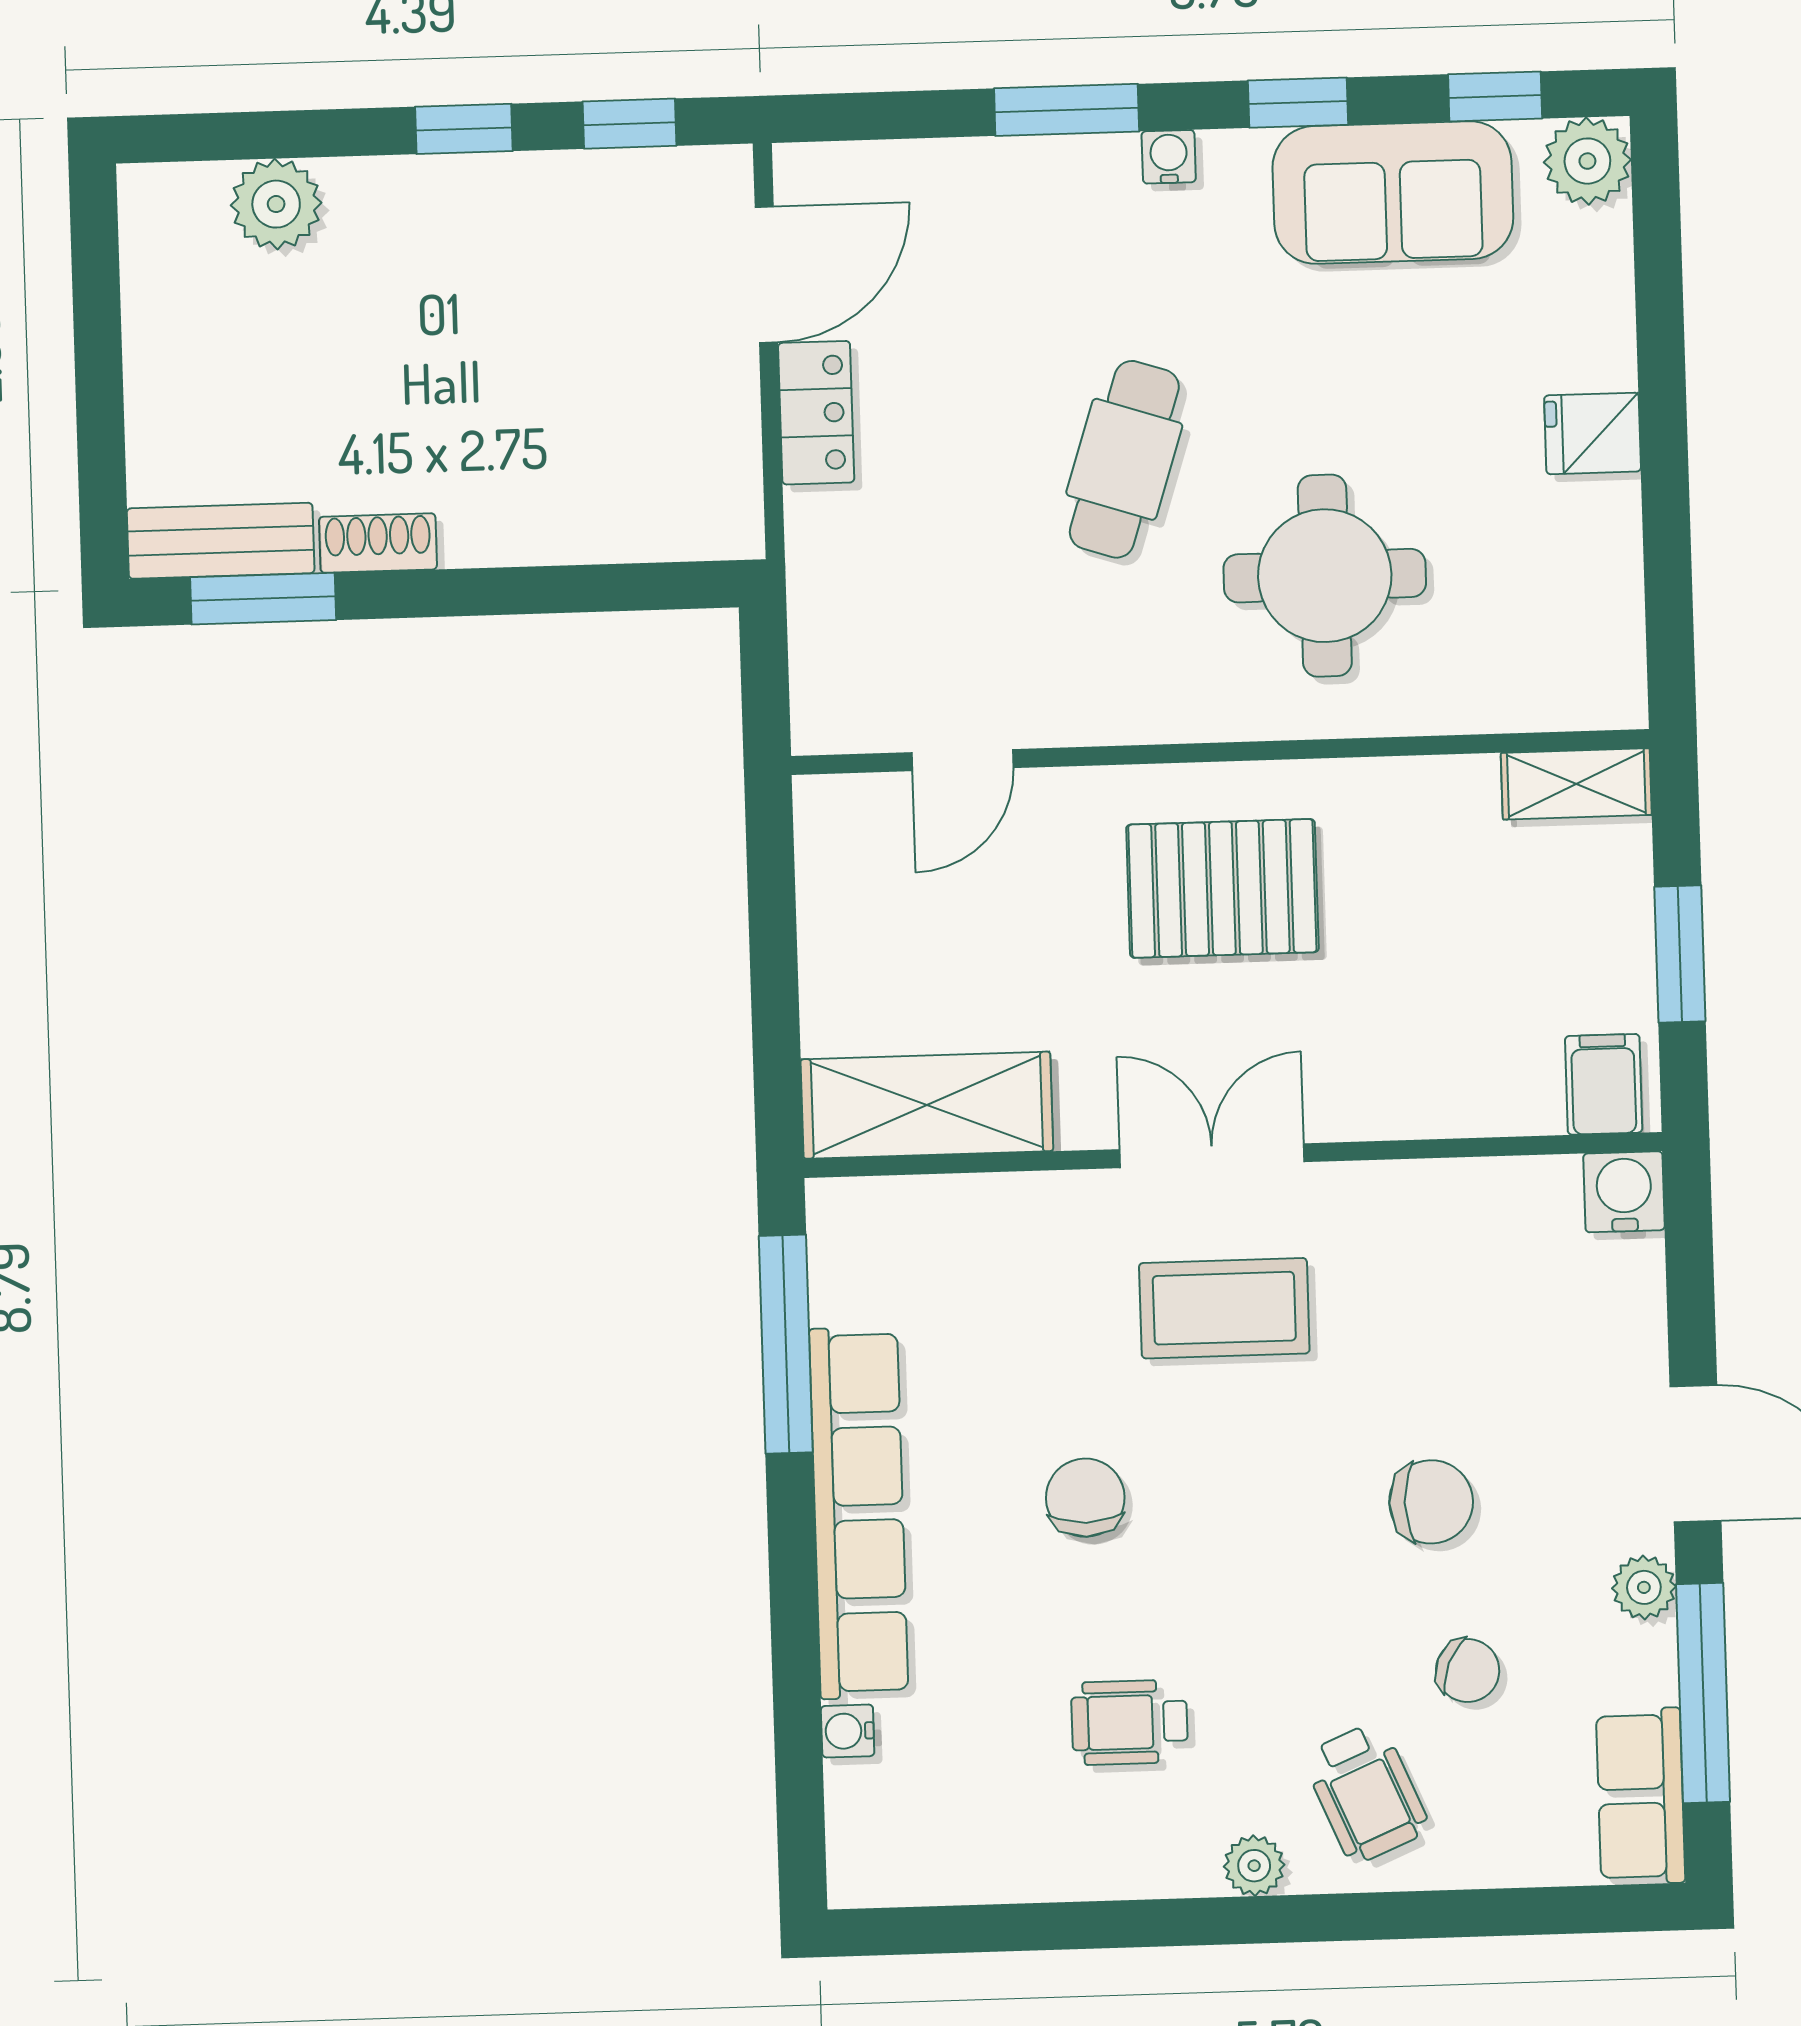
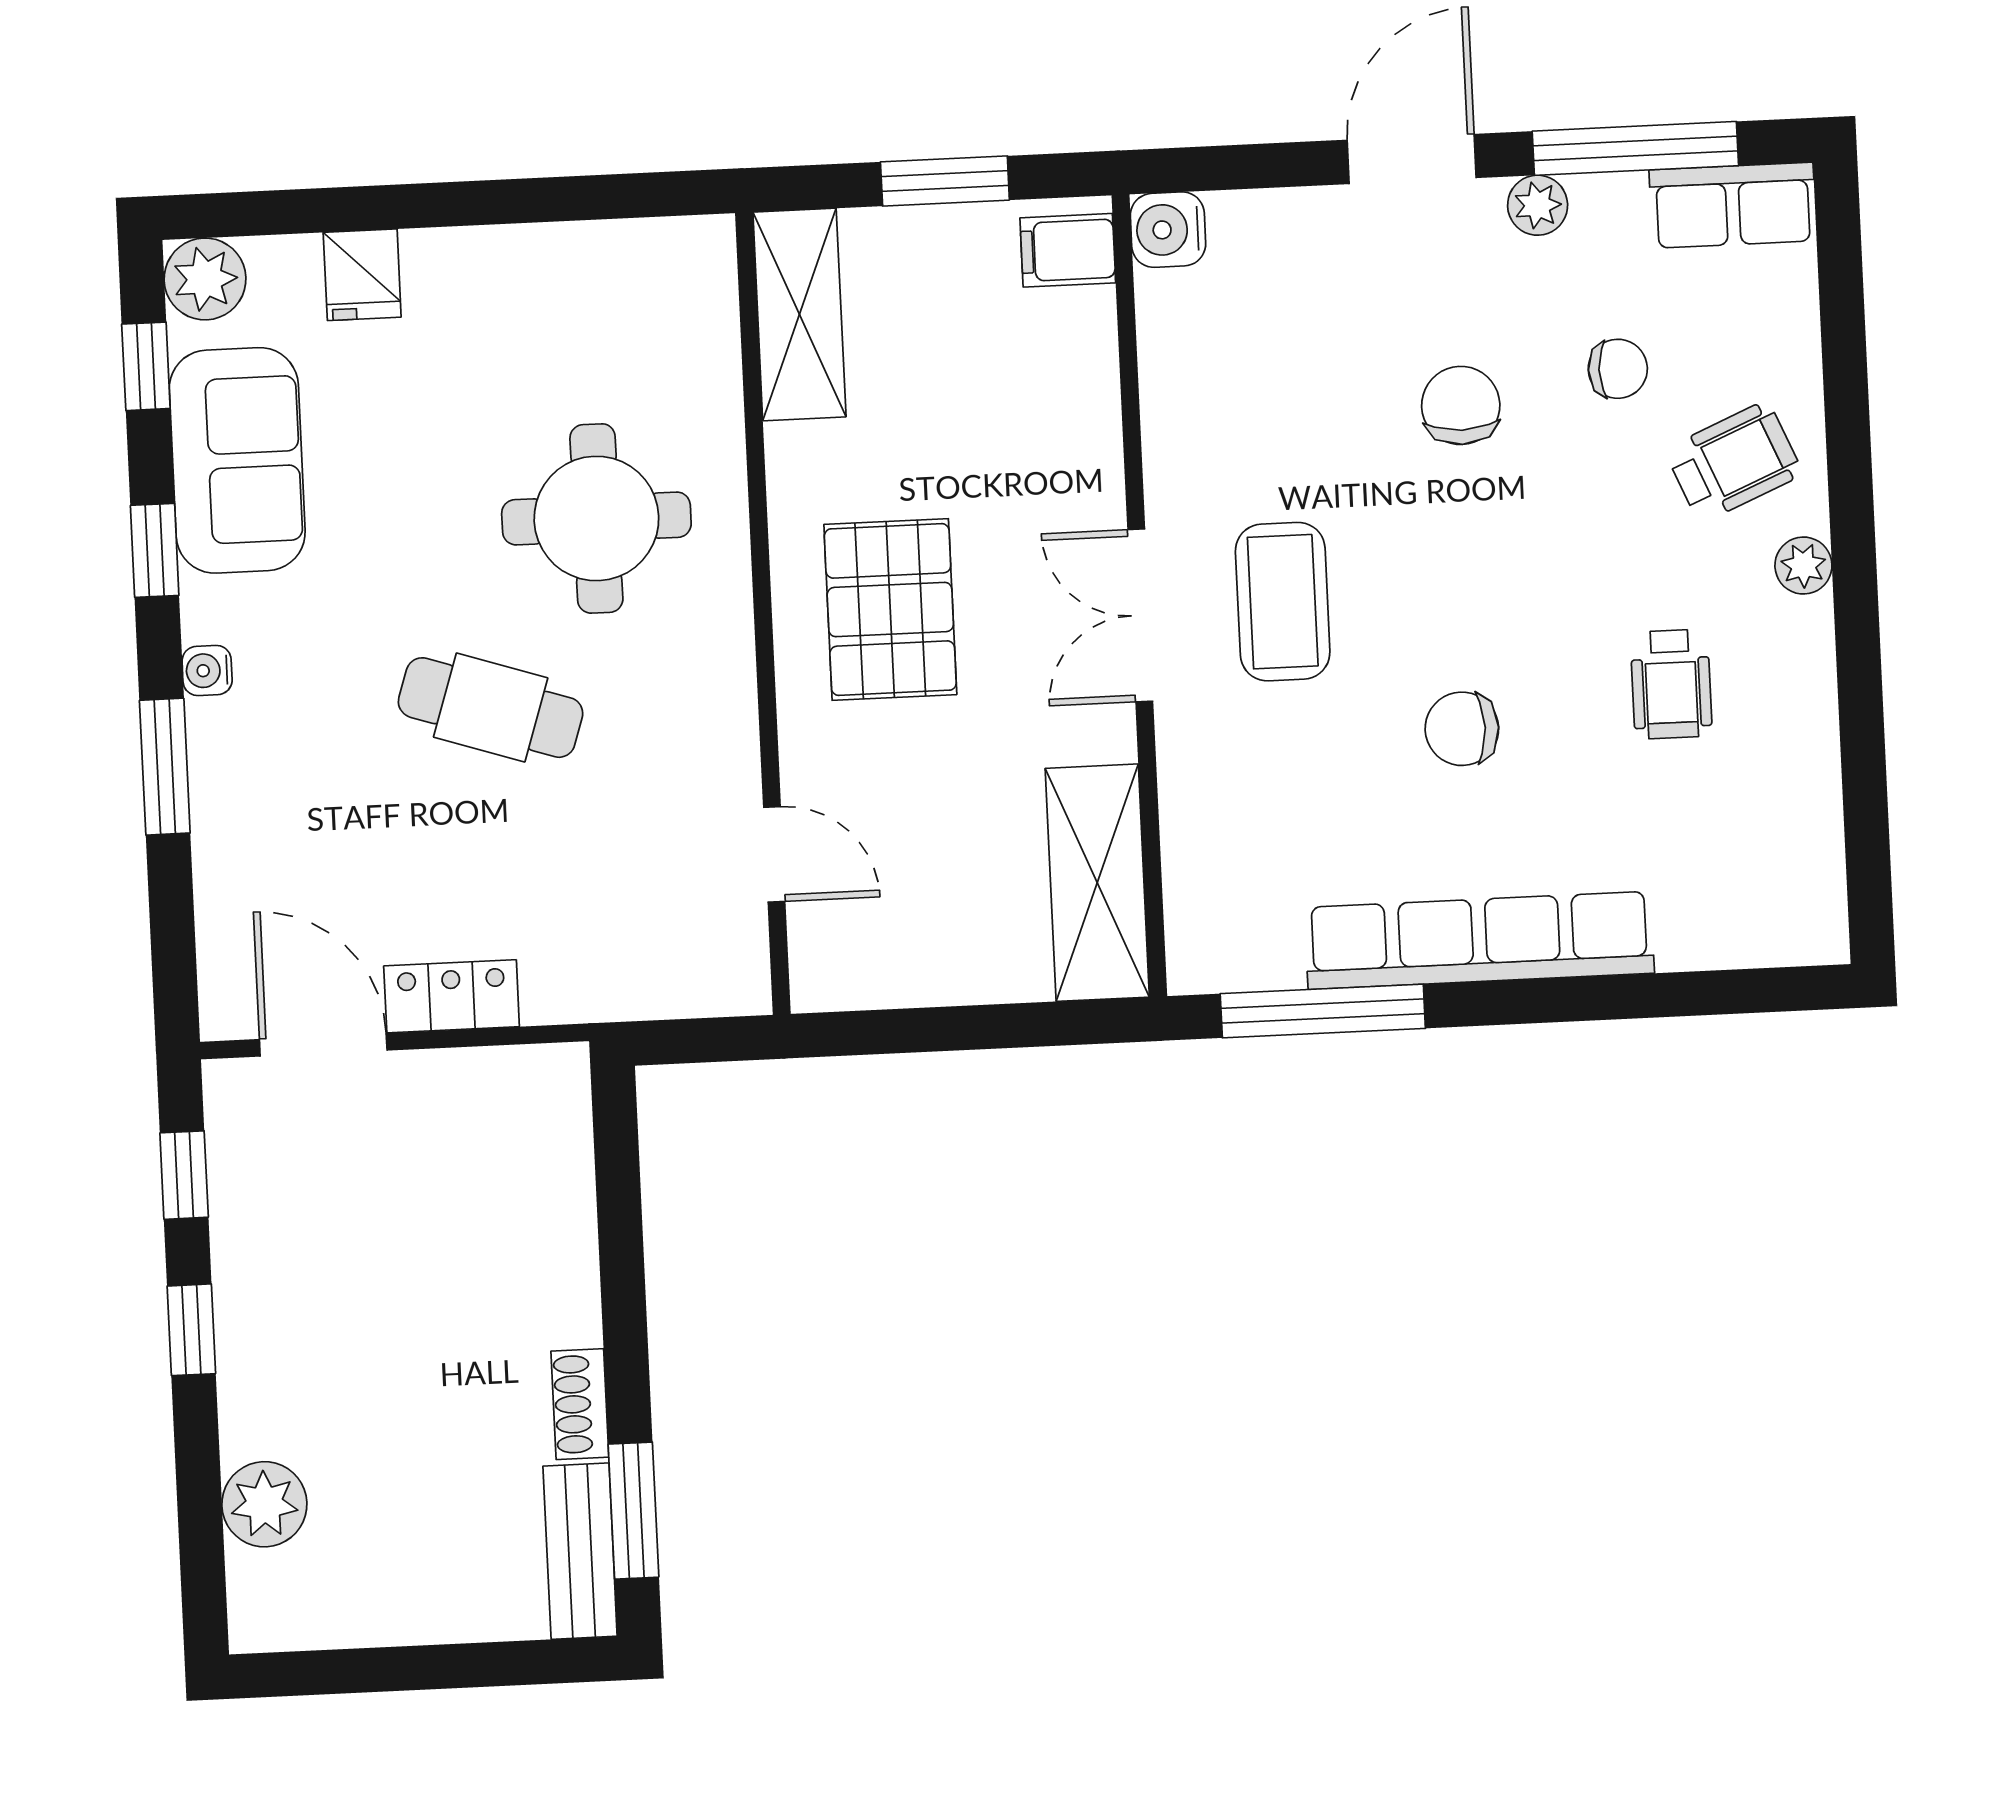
fridge: (1593, 433) -> (362, 275), moved
shelving: (1576, 784) -> (799, 315), width x1.50, depth x1.33
chair: (1468, 1670) -> (1618, 369), turned 67
water cooler: (848, 1731) -> (1684, 948), removed

